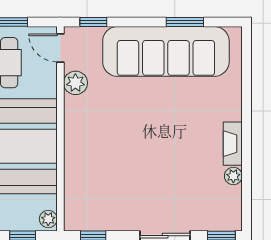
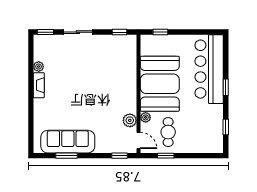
sofa: (166, 51) -> (68, 142), width x0.74, depth x0.79
plant: (48, 219) -> (146, 117), moved

